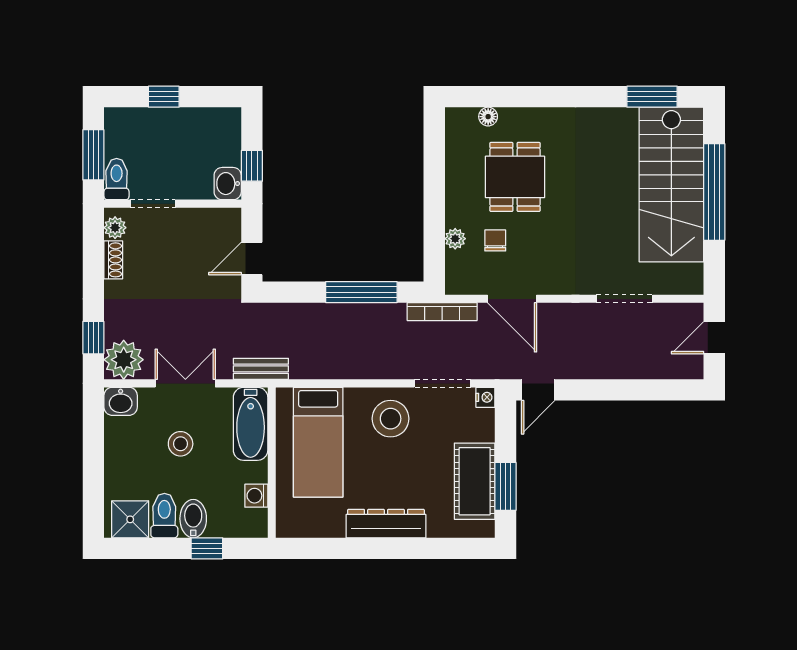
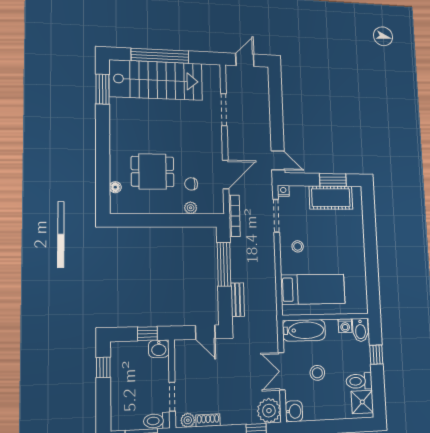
window: (164, 97) -> (103, 367), moved
door: (714, 338) -> (245, 60), swing flipped
bench: (261, 369) -> (238, 300), moved
stool: (391, 419) -> (298, 246), width x0.53, depth x0.53
bidet: (193, 519) -> (360, 330), moved, turned -90
dresser: (386, 524) -> (357, 249), removed

